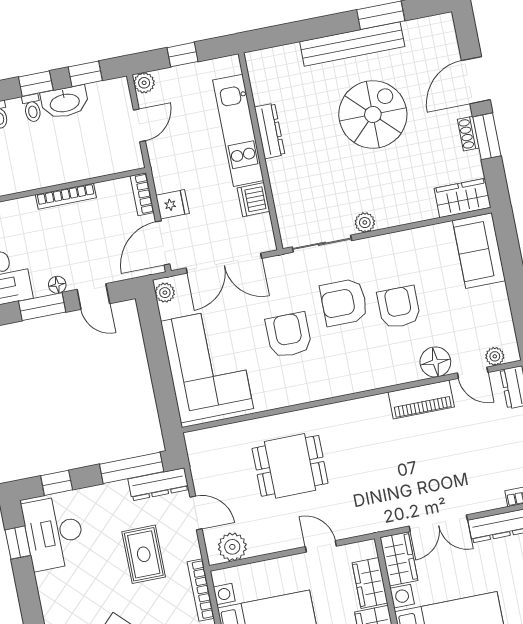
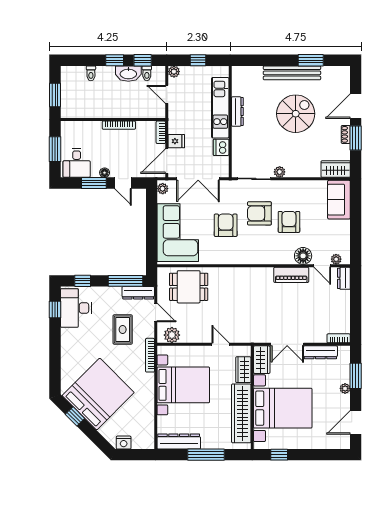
toilet: (32, 108) -> (147, 73), moved
door: (139, 125) -> (167, 94), swing flipped
dining table: (290, 466) -> (189, 287), moved

